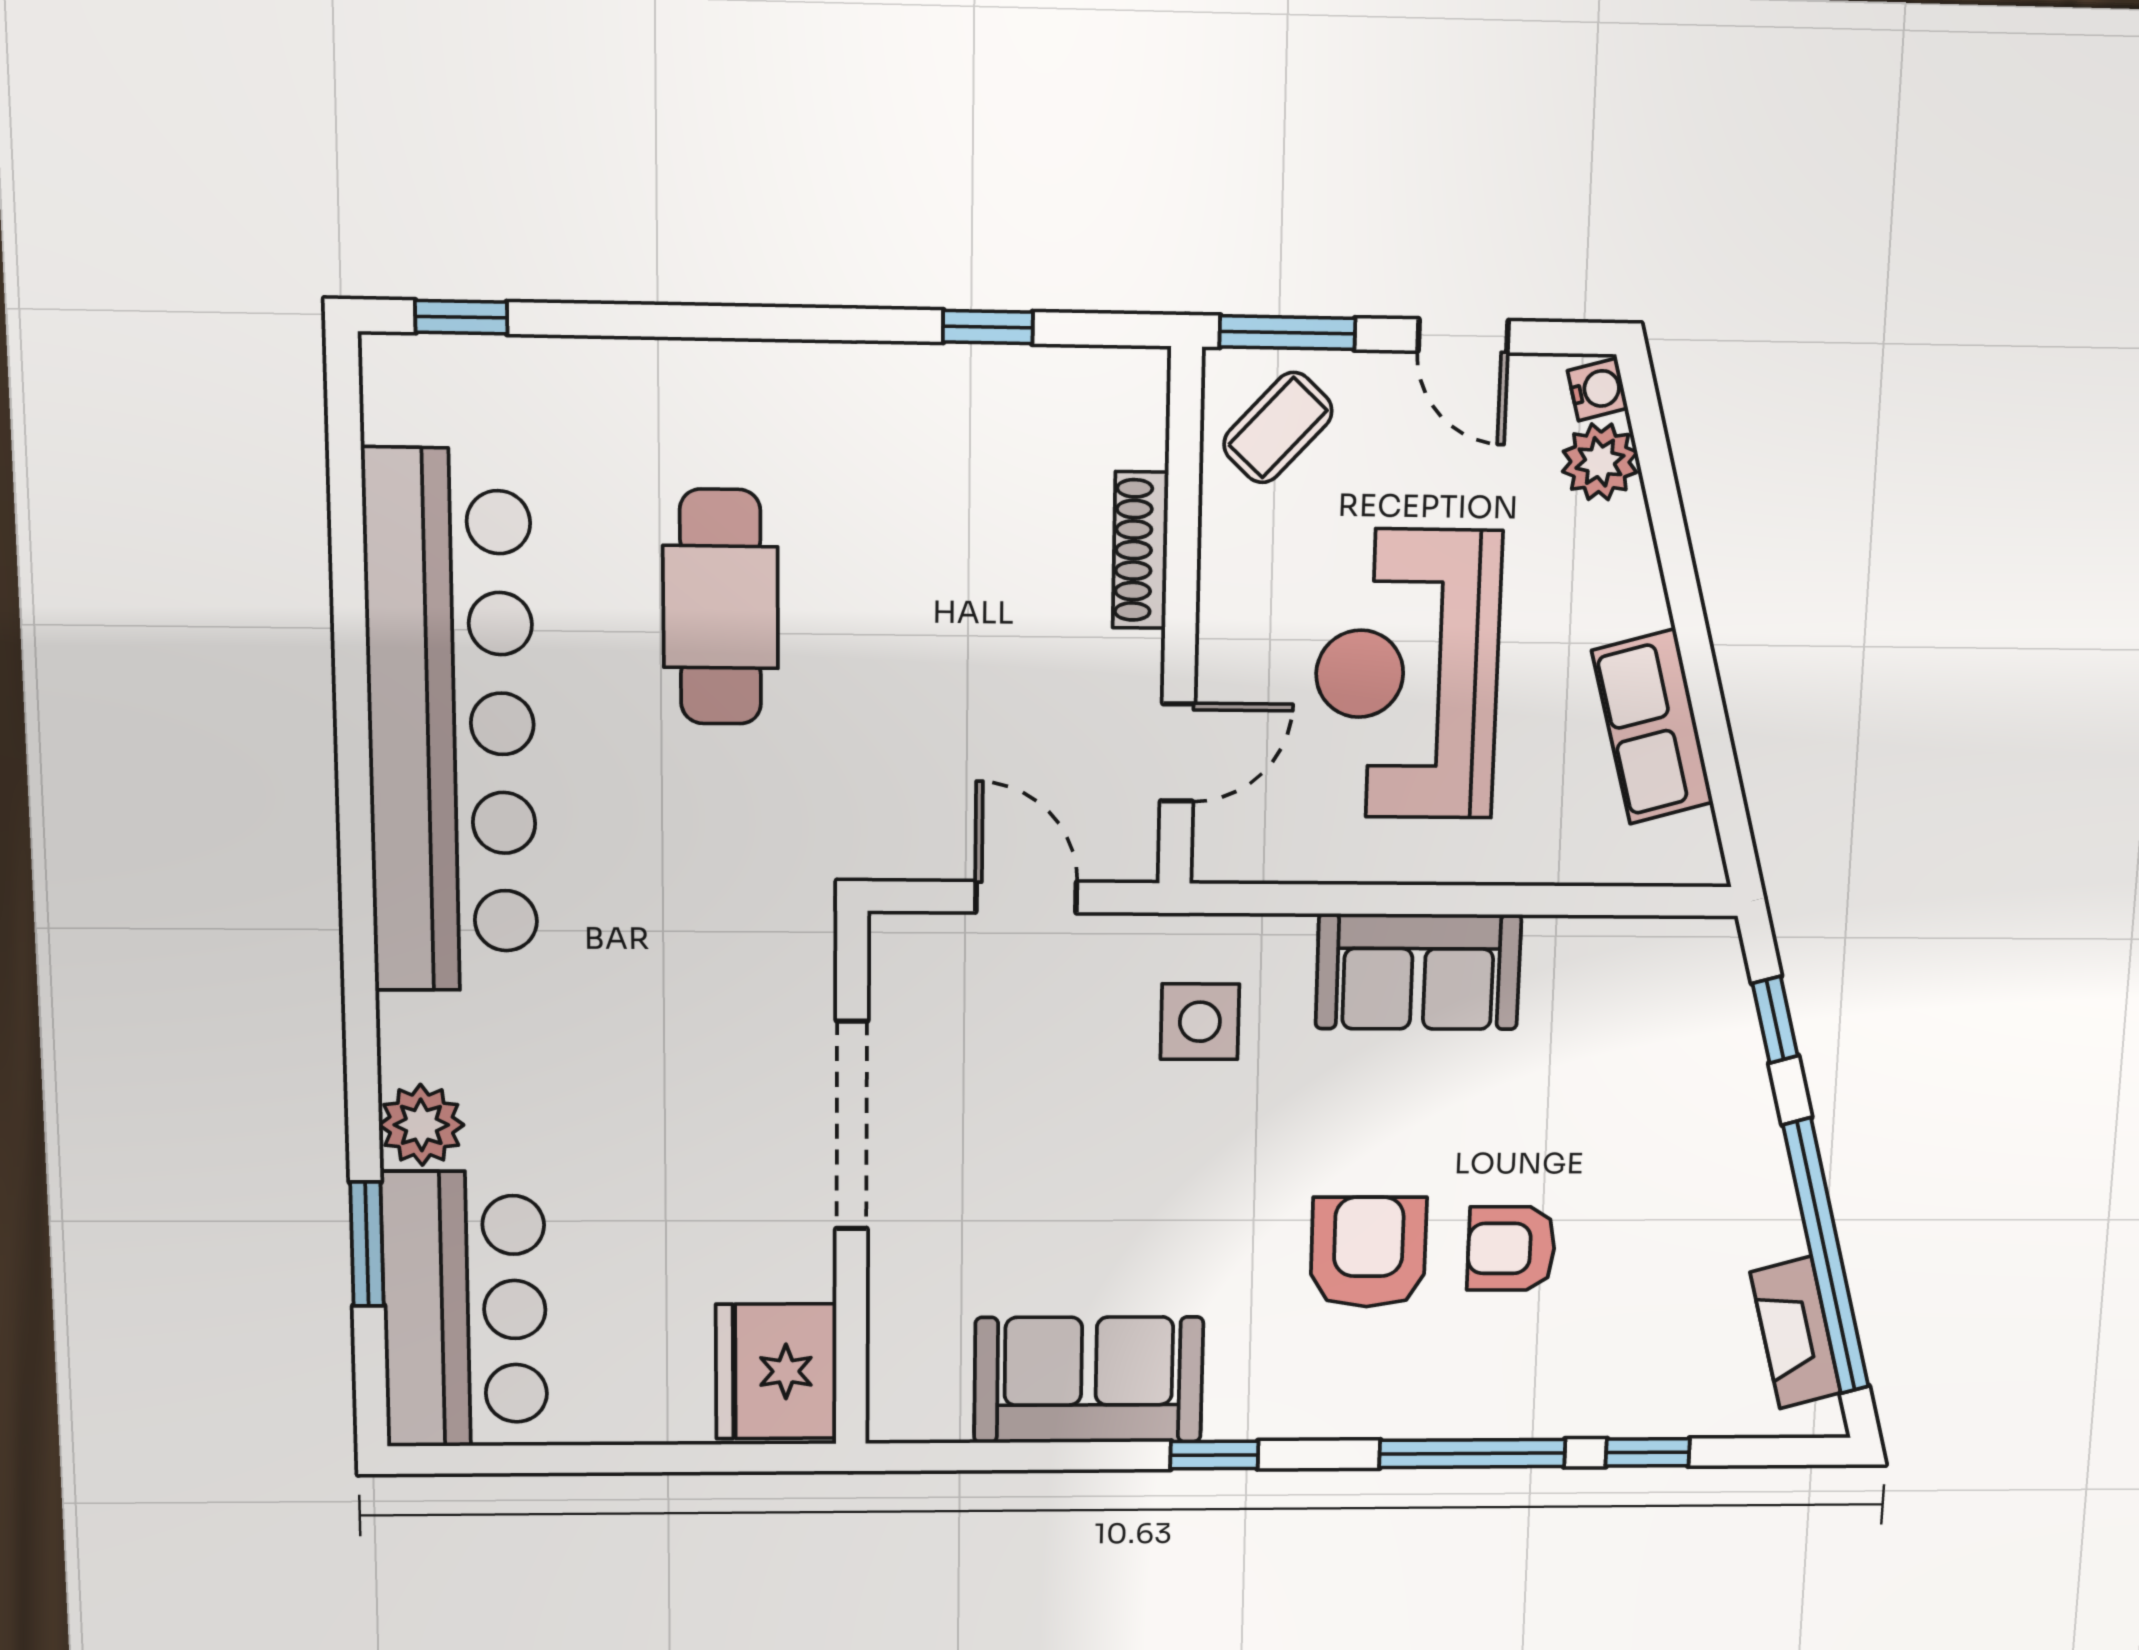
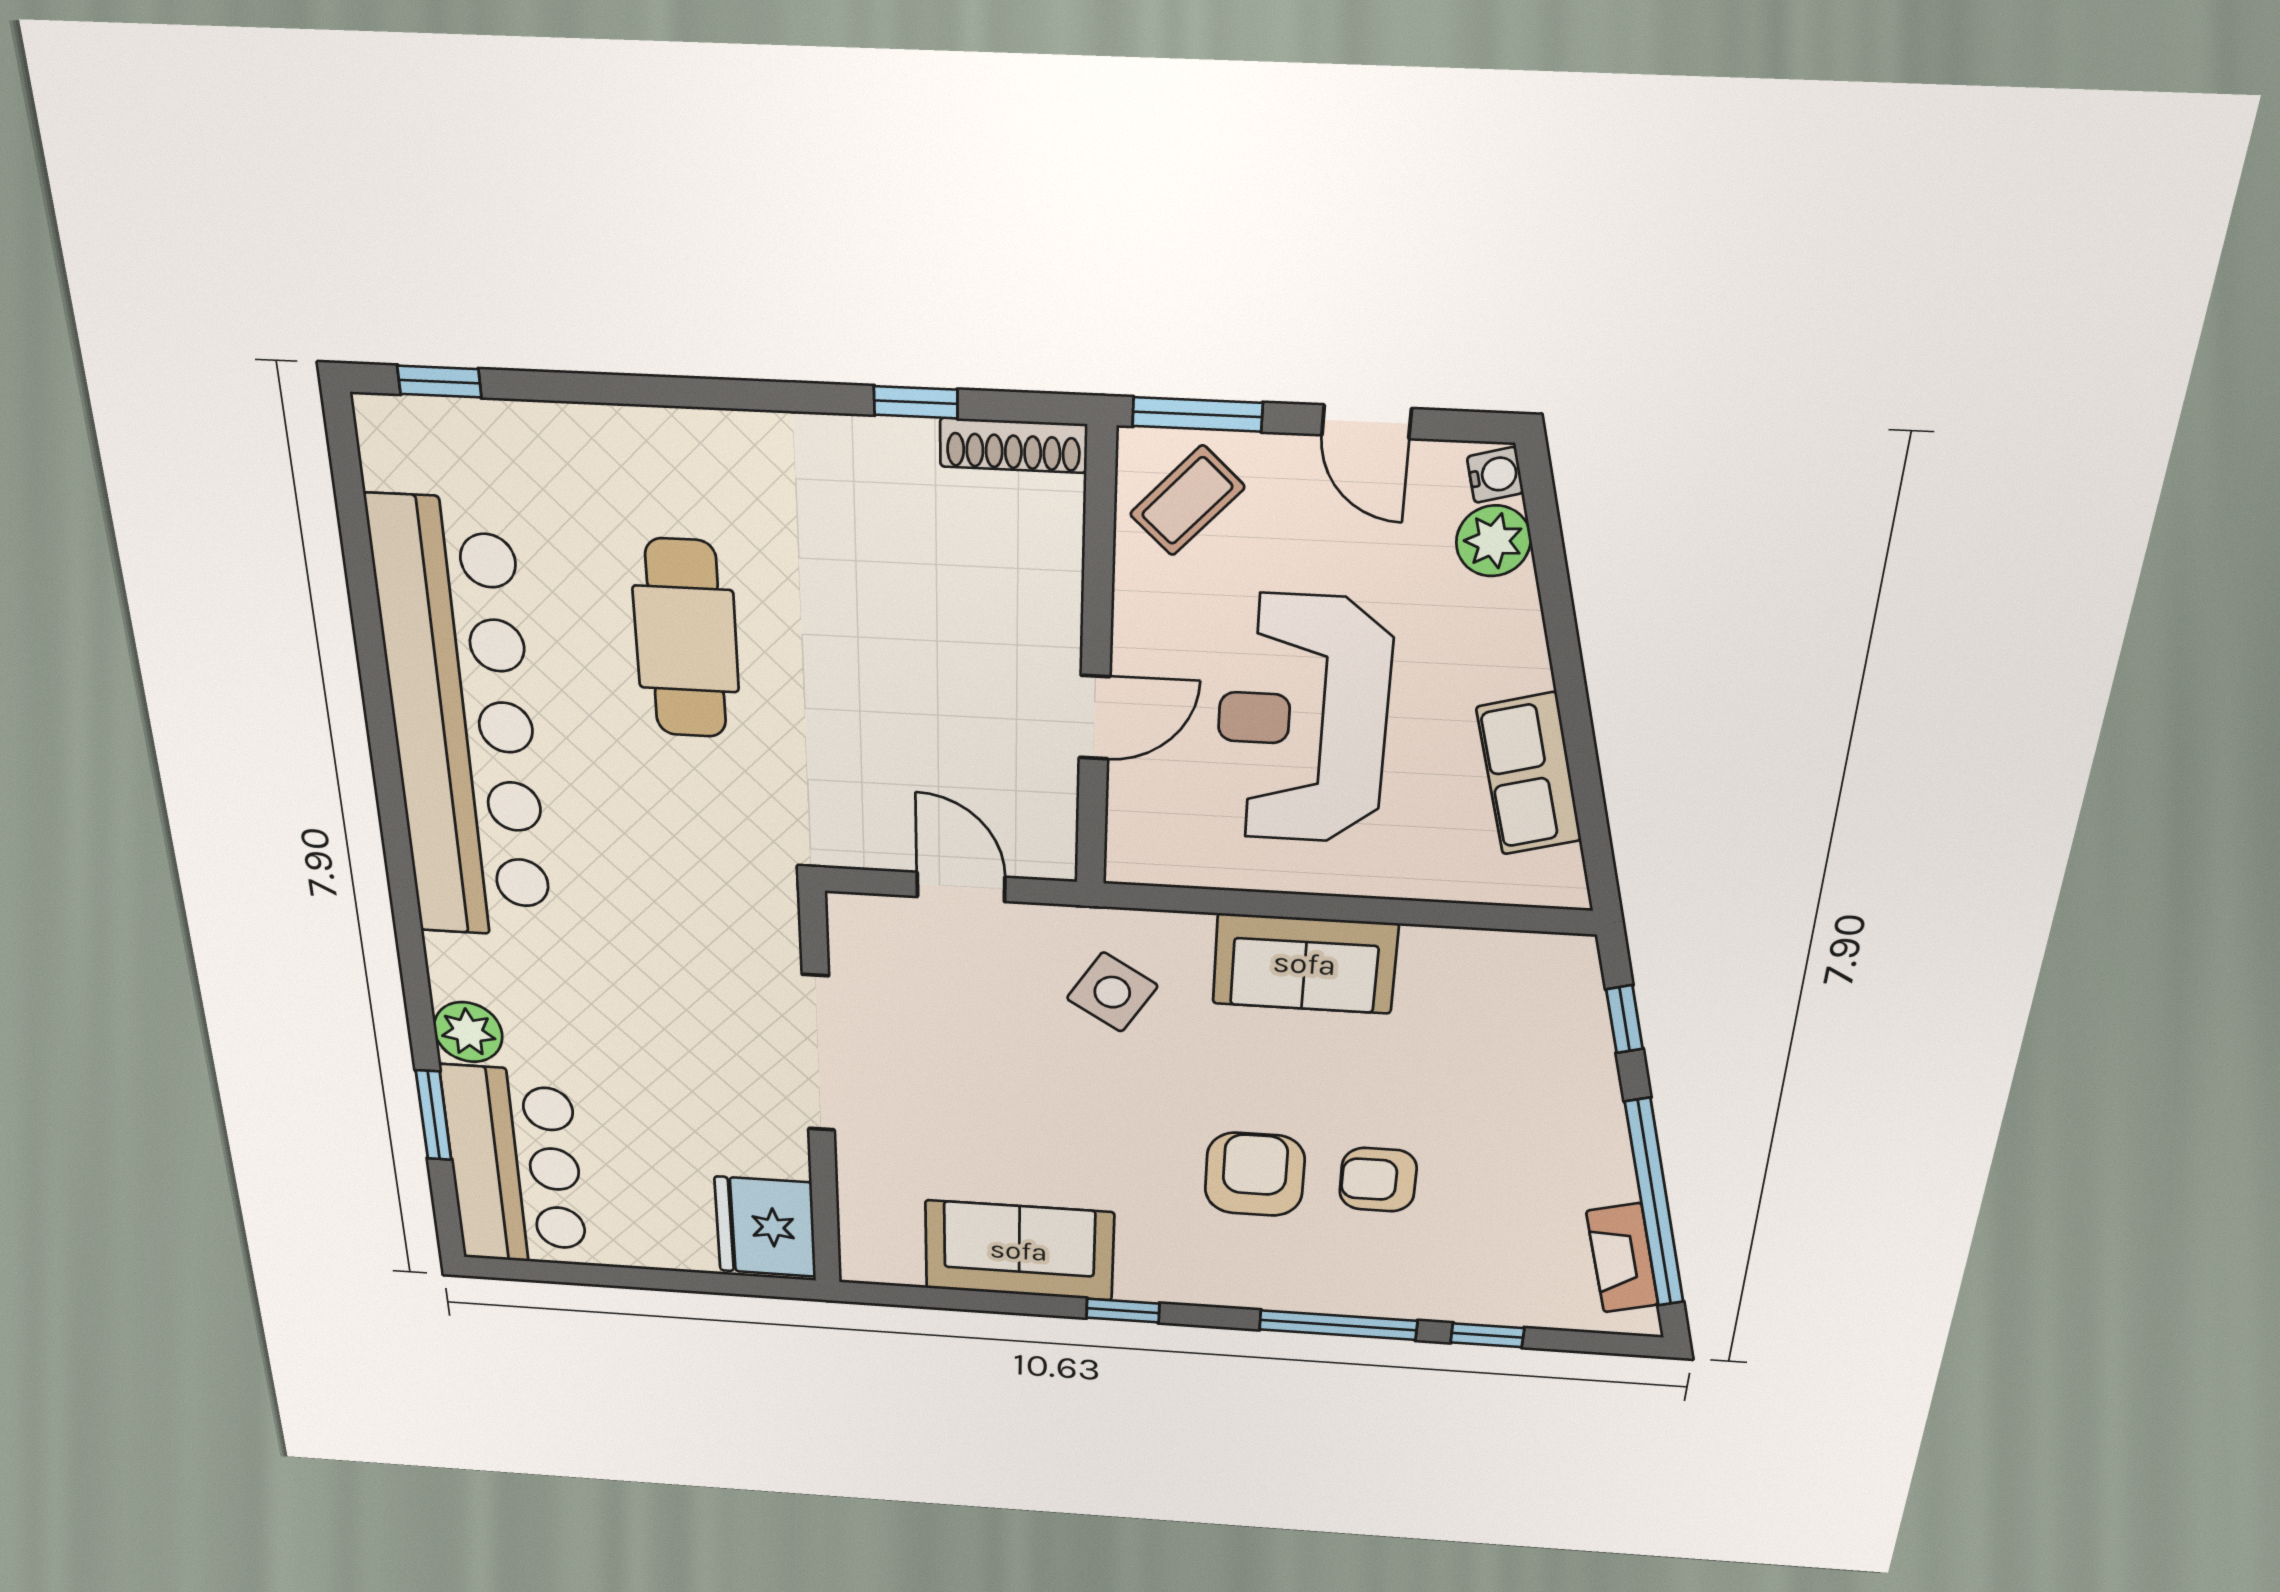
shoe rack: (1140, 550) -> (1013, 445), moved, turned -90
door: (1177, 752) -> (1094, 717), moved
side table: (1200, 1022) -> (1112, 992), turned 32

